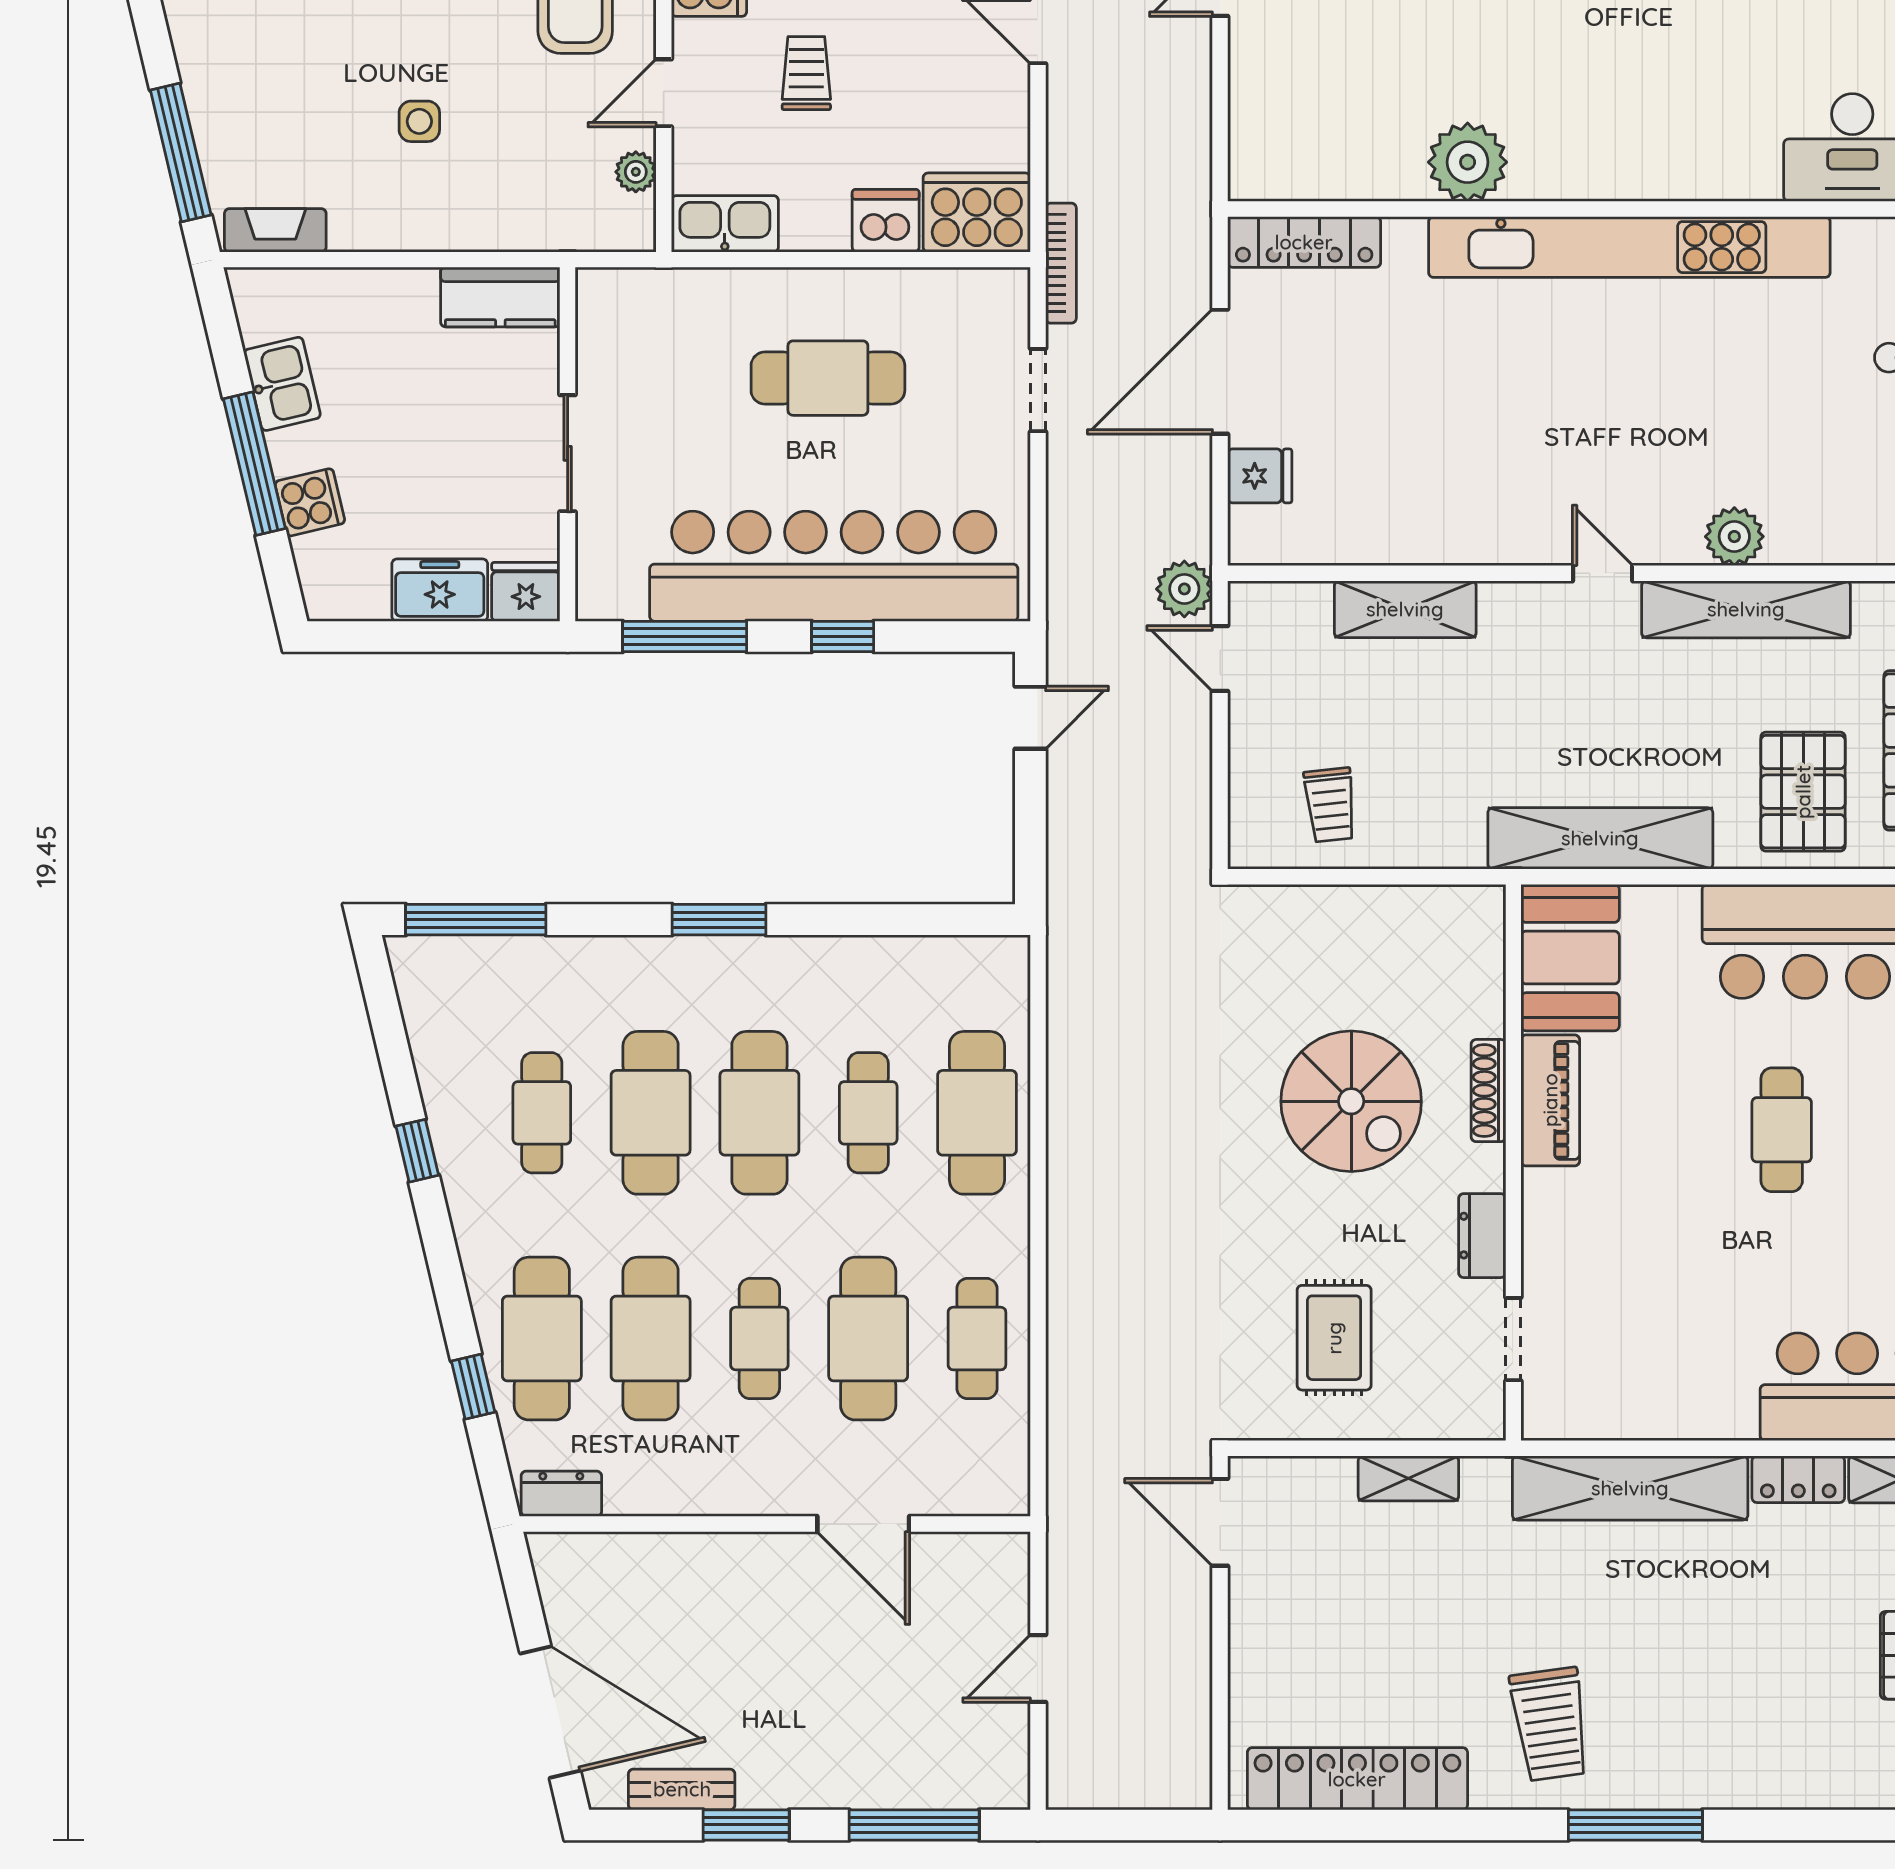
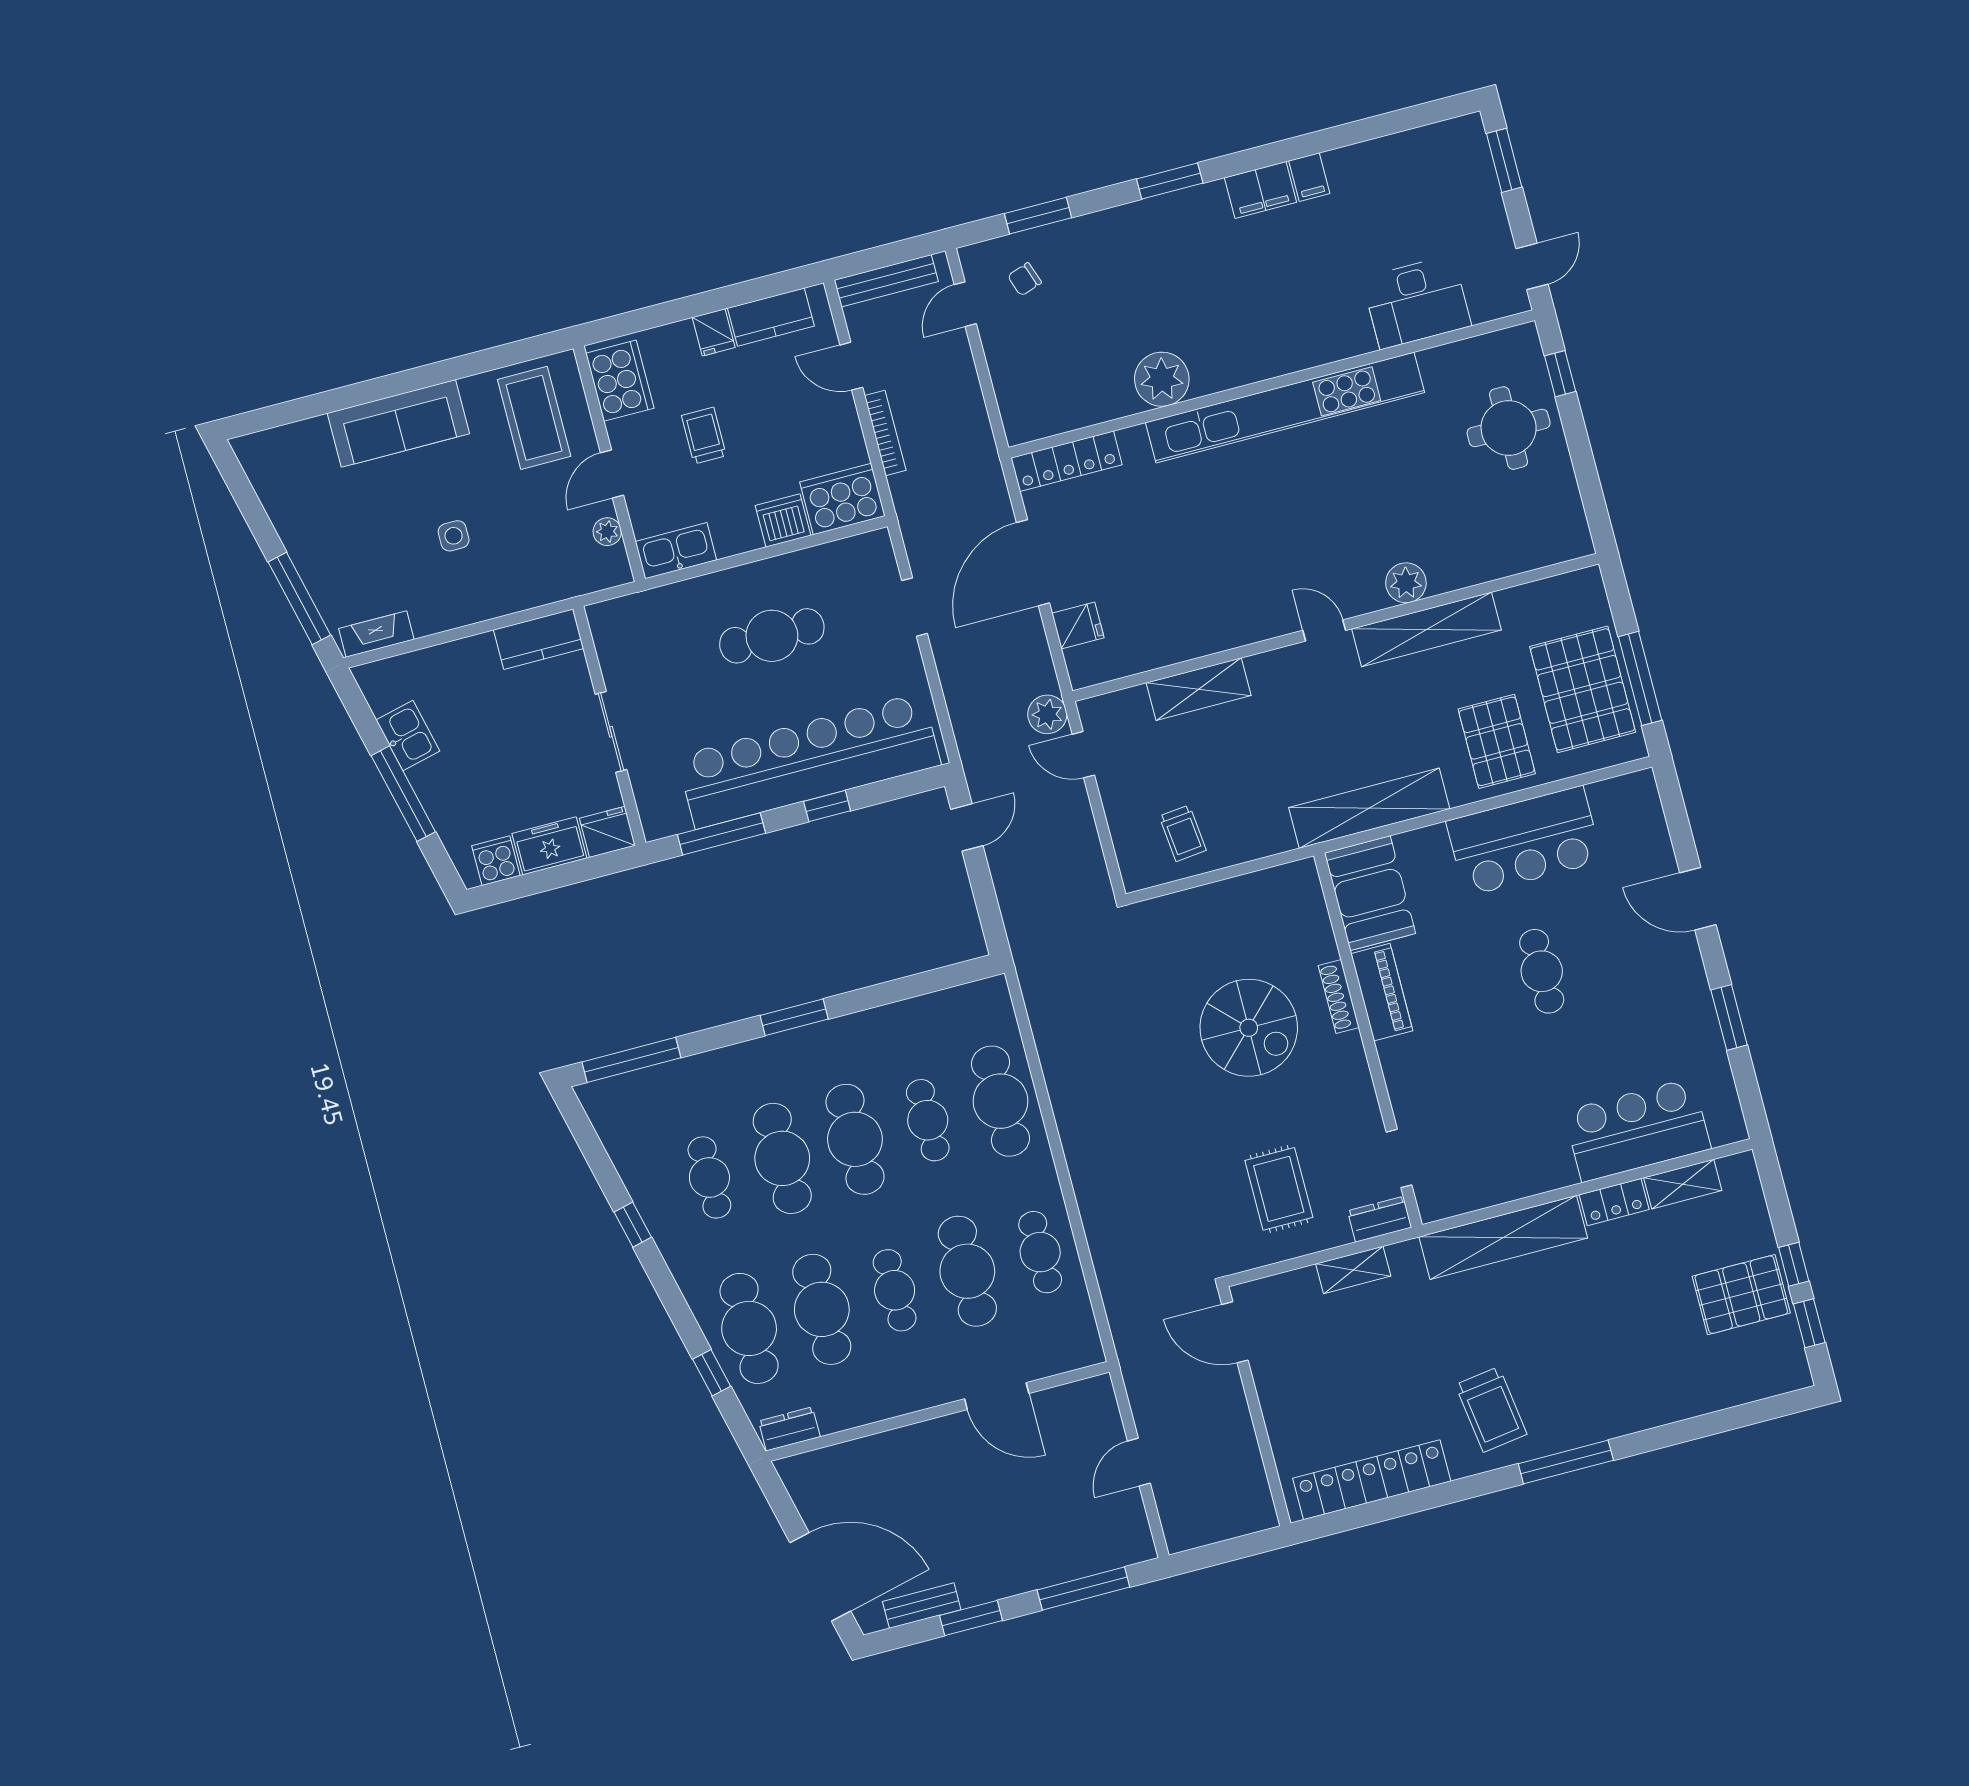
bookcase: (1061, 263) -> (885, 433), moved
cooker: (310, 502) -> (496, 861), moved, turned -77
dresser: (1482, 1236) -> (1380, 1219), moved, turned 90

